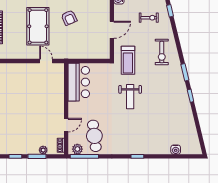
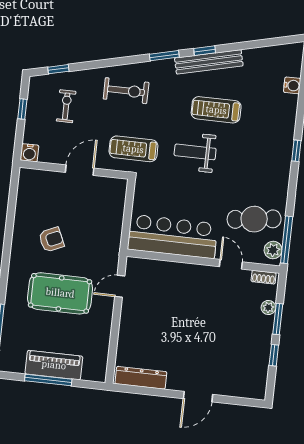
door: (112, 30) -> (80, 170), hinge flipped
treadmill: (128, 60) -> (133, 149), turned 180
bar counter: (79, 82) -> (173, 237), width x1.36
weight bench: (130, 97) -> (195, 152), turned 180
bench: (184, 99) -> (209, 62), added
treadmill: (156, 106) -> (216, 110), added

